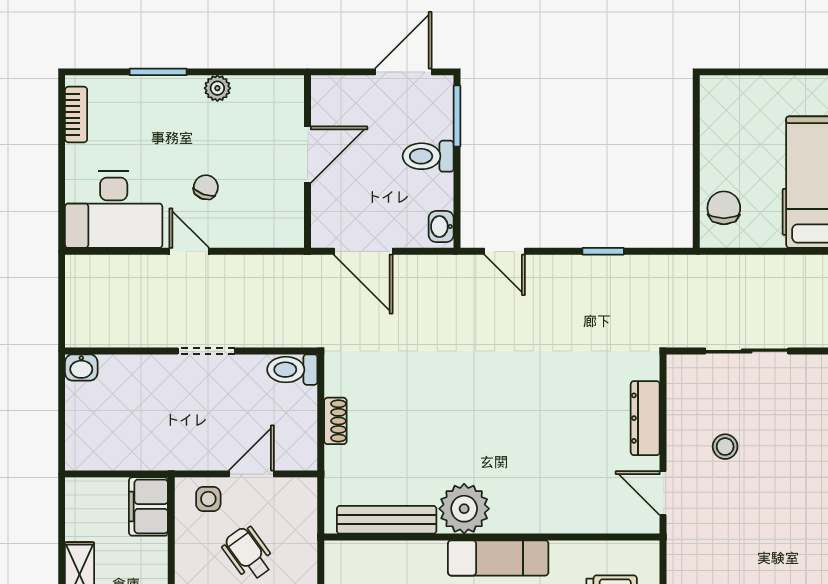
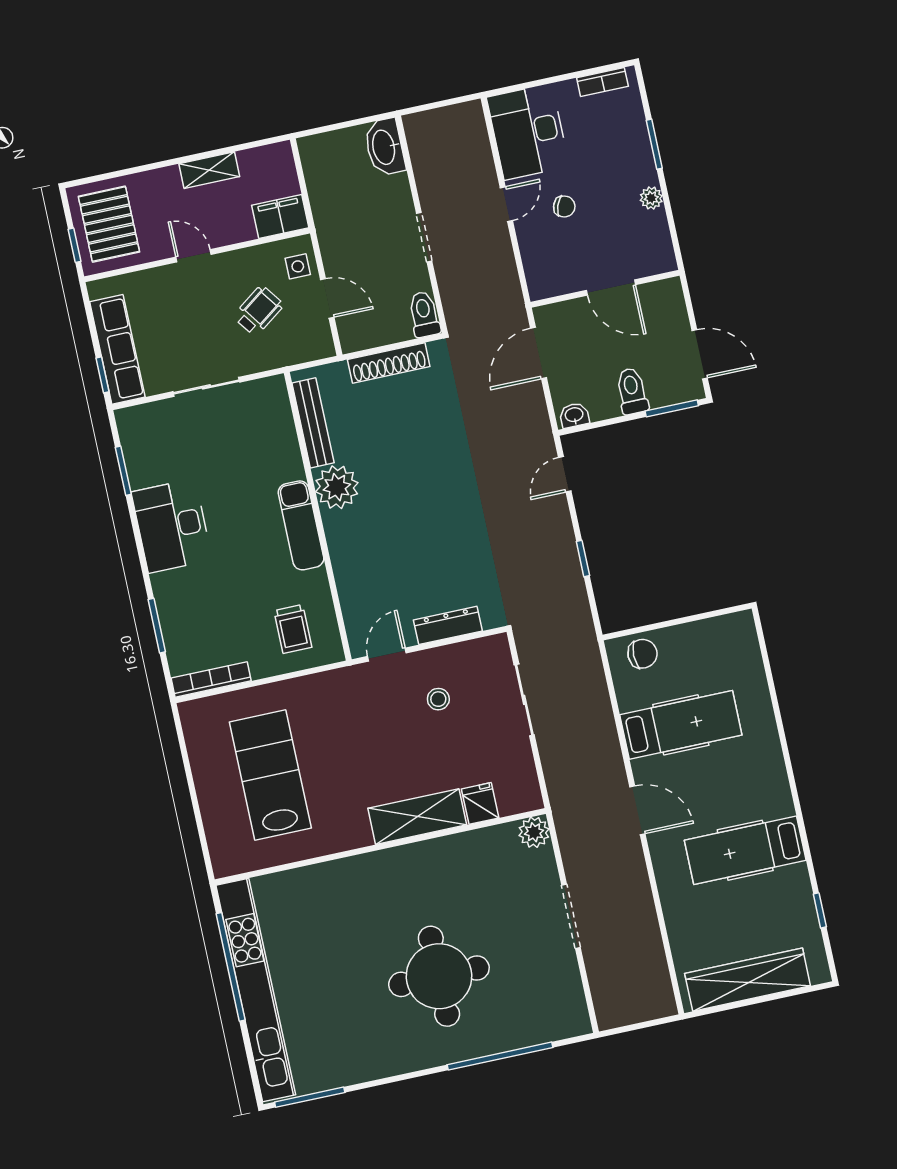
washbasin: (81, 367) -> (385, 147), width x1.91, depth x1.45
shoe rack: (335, 421) -> (389, 363), width x1.94, depth x1.24

